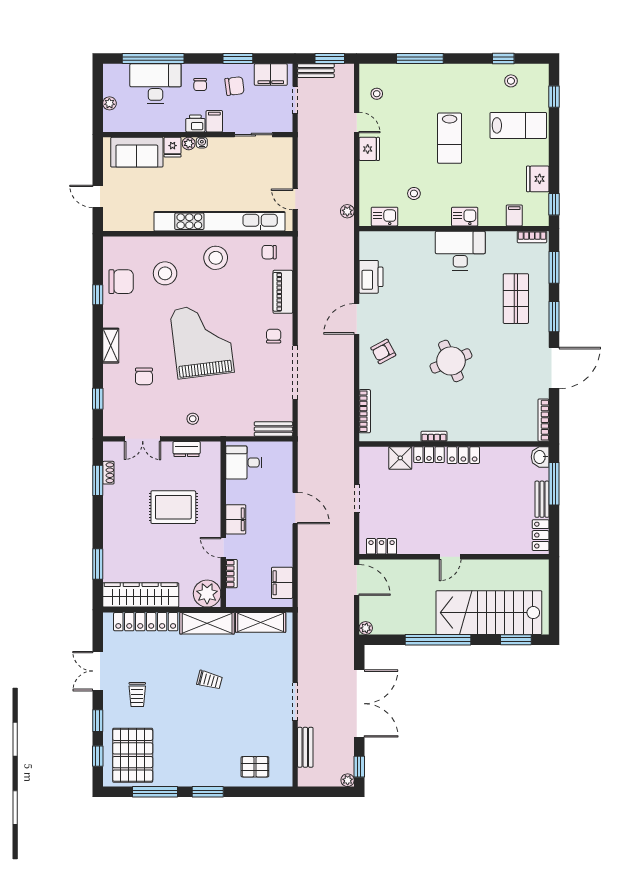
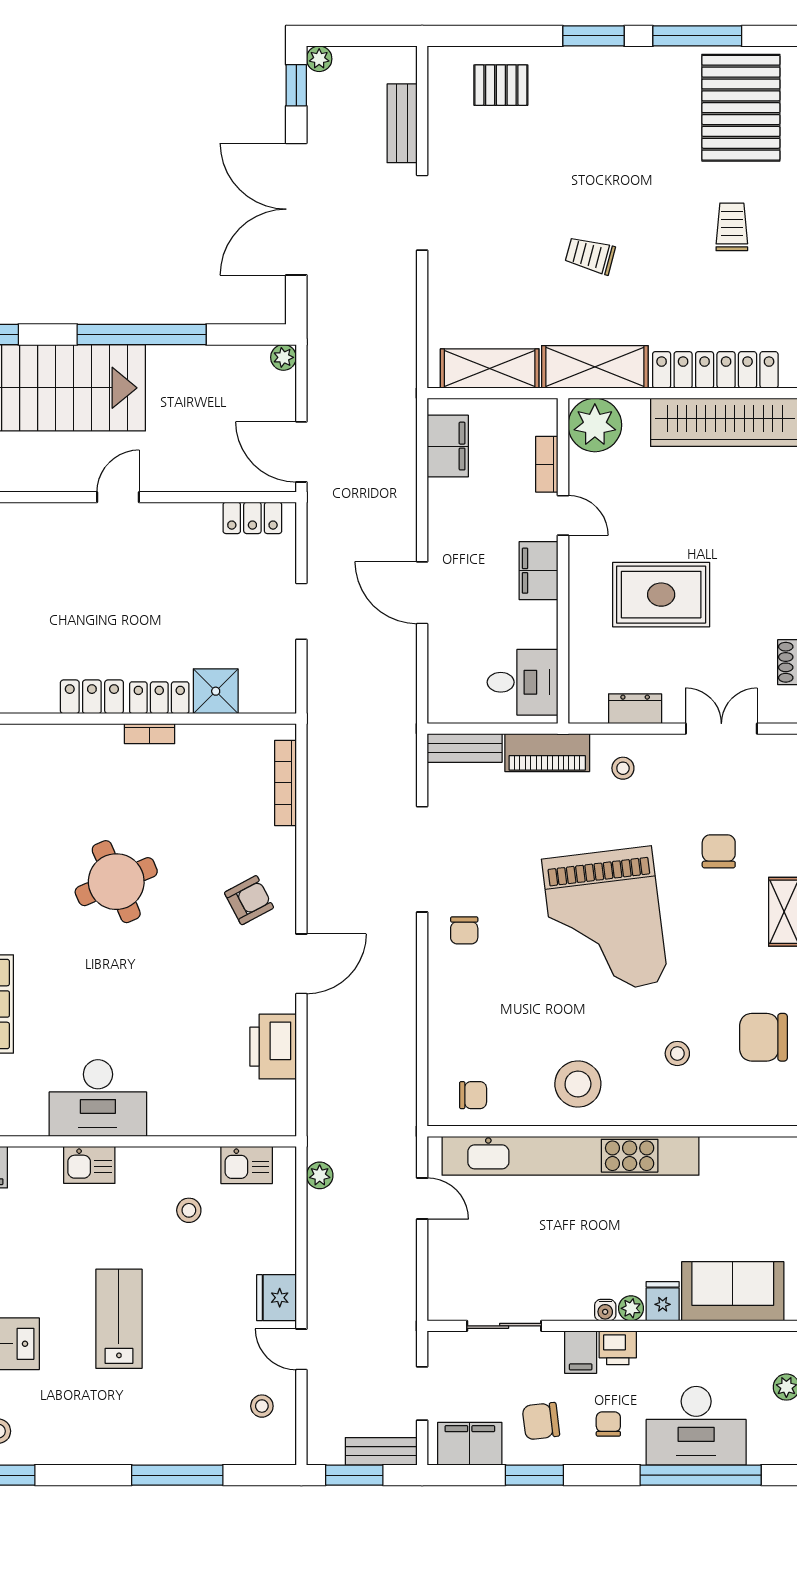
stool: (165, 273) -> (677, 1053), width x0.53, depth x0.53
piano: (283, 292) -> (547, 753), moved, turned 90

